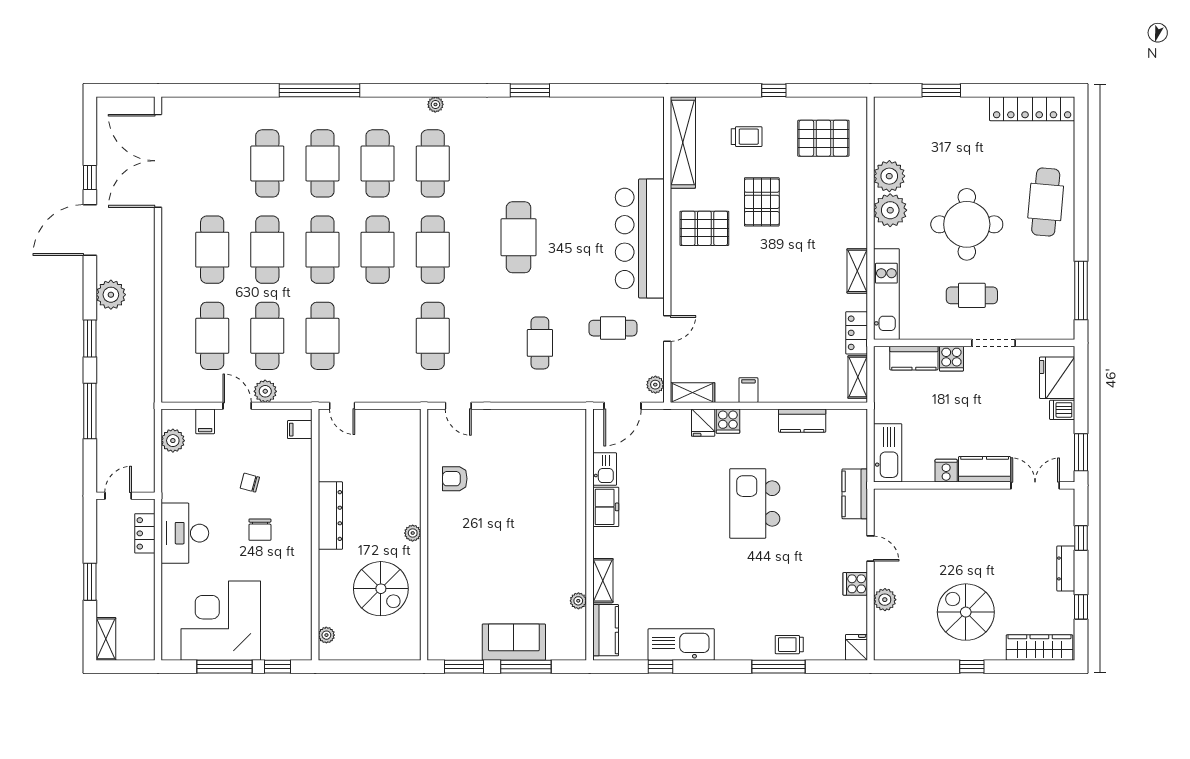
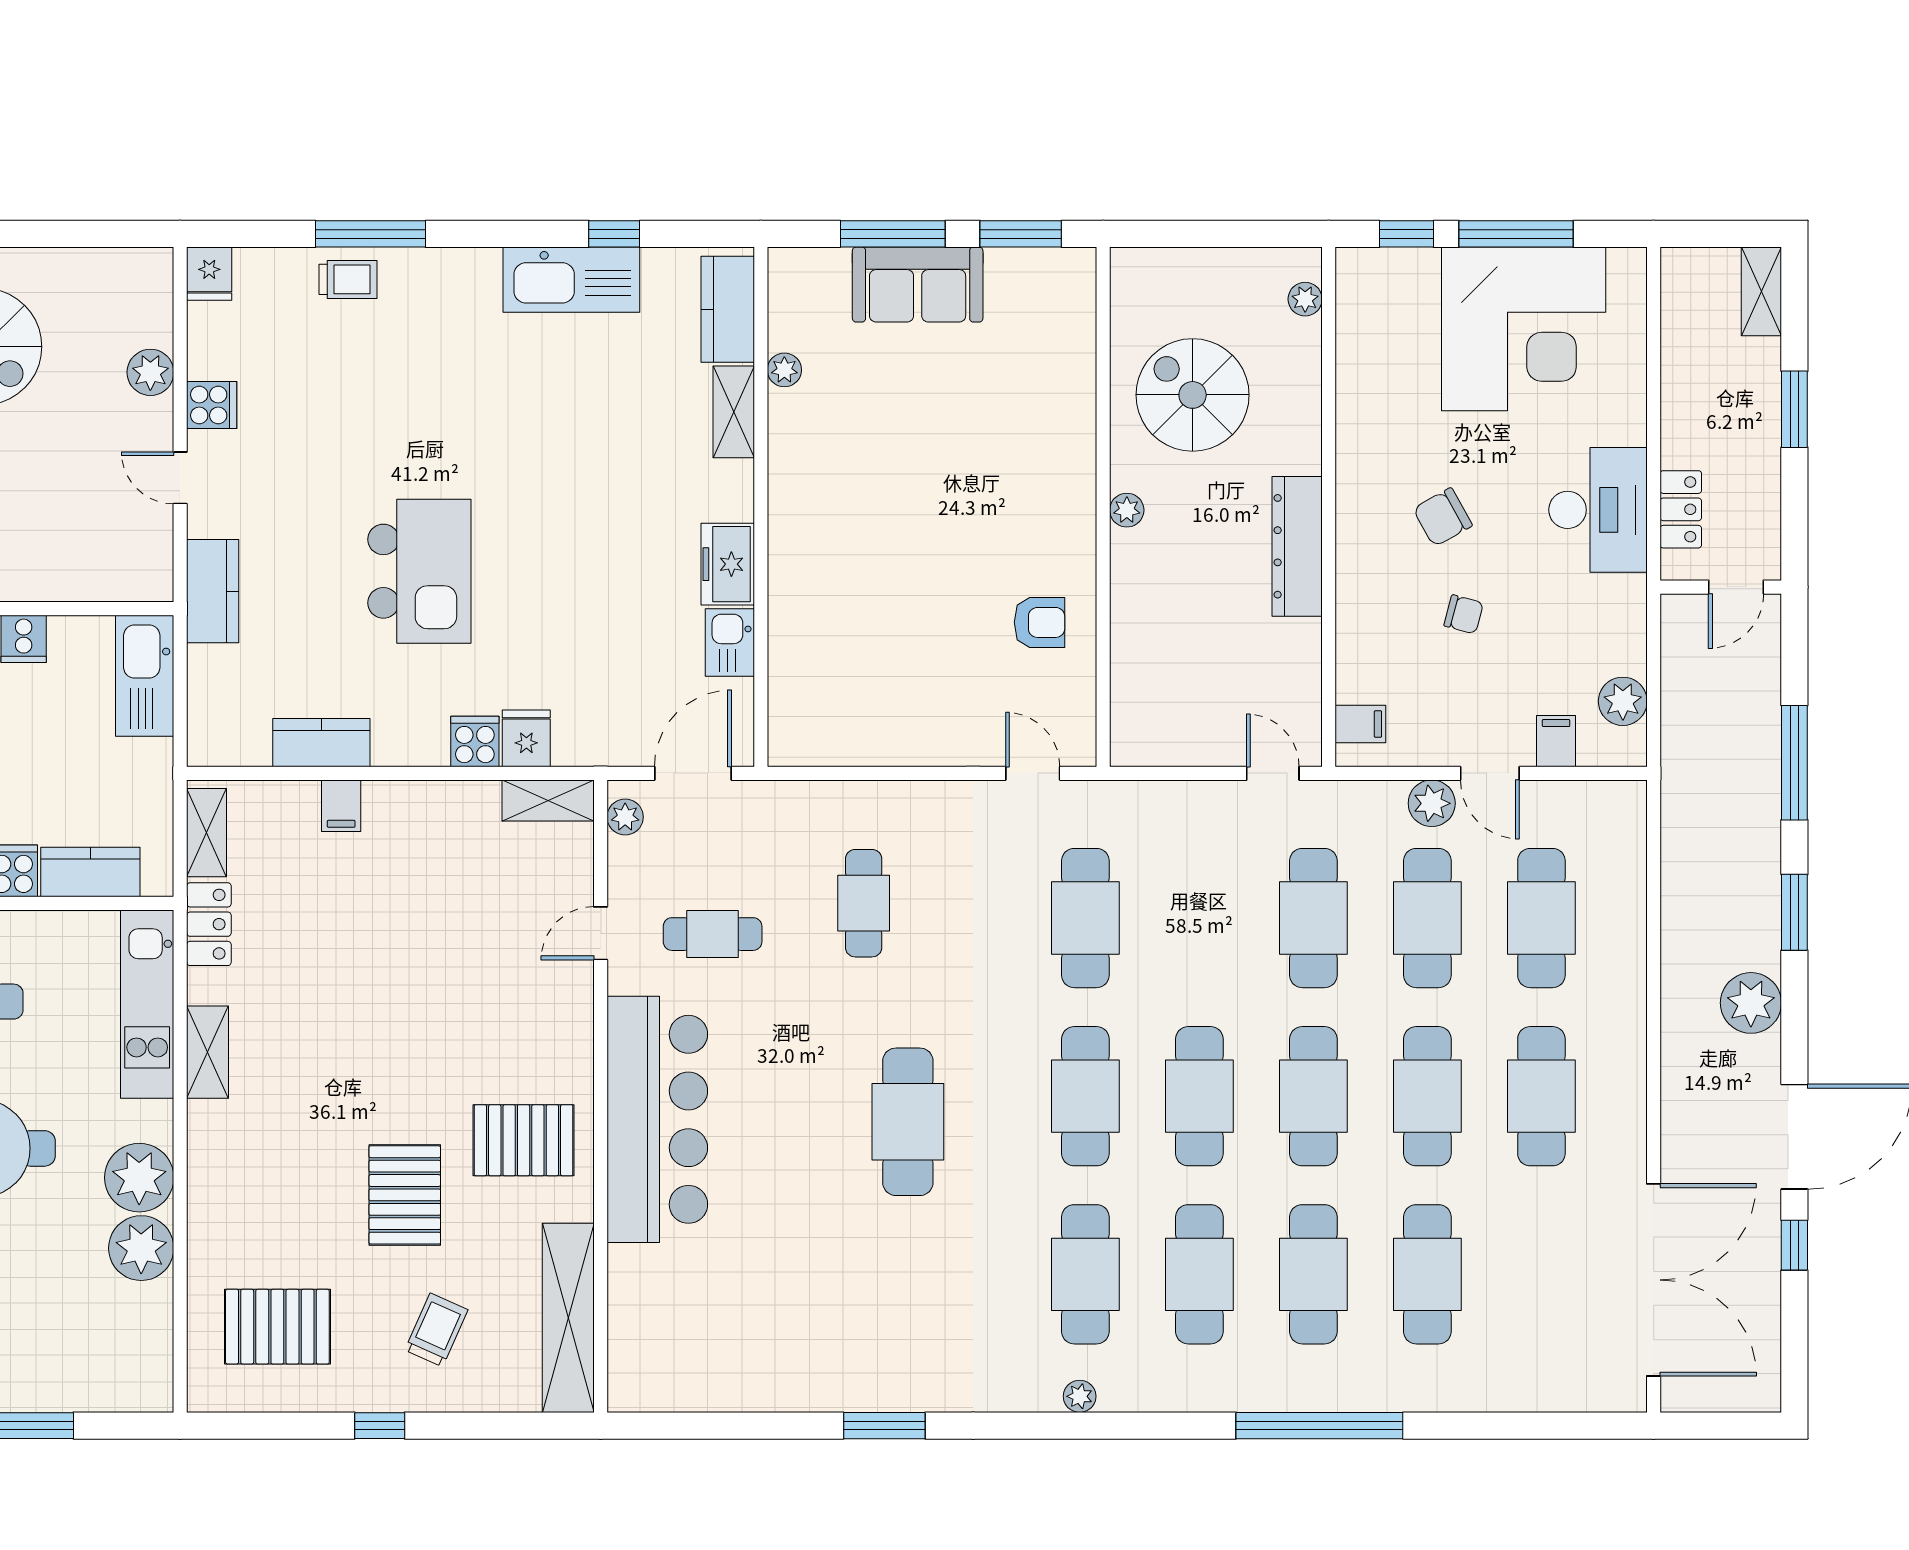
trolley: (747, 137) -> (436, 1330), turned 114
filing cabinet: (748, 390) -> (341, 806), moved
chair: (260, 530) -> (1443, 517), turned -119

